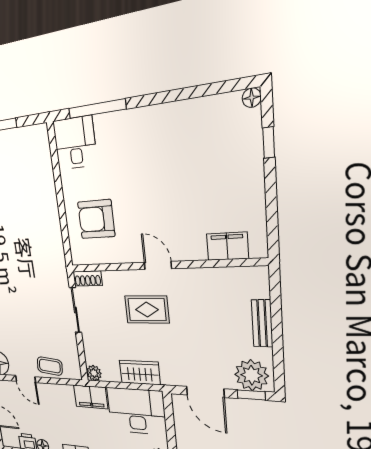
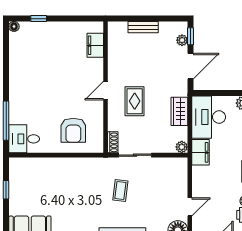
coffee table: (50, 366) -> (120, 190), moved
plant: (252, 375) -> (182, 40), width x0.53, depth x0.53

